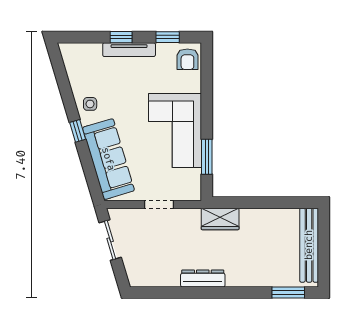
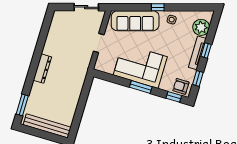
plant: (88, 56) -> (201, 27), added
window: (207, 65) -> (174, 97), added
window: (207, 157) -> (141, 87), moved
wardrobe: (220, 219) -> (79, 77), removed
dresser: (203, 279) -> (42, 69), moved

